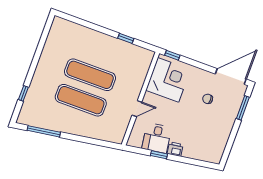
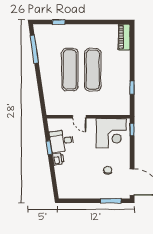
piano: (67, 27) -> (124, 37), added

